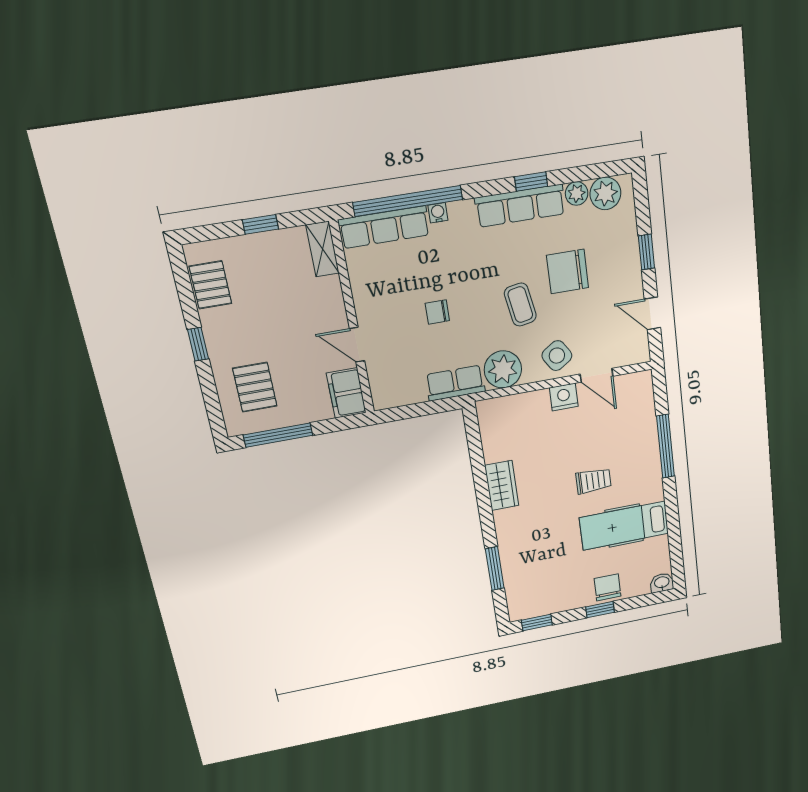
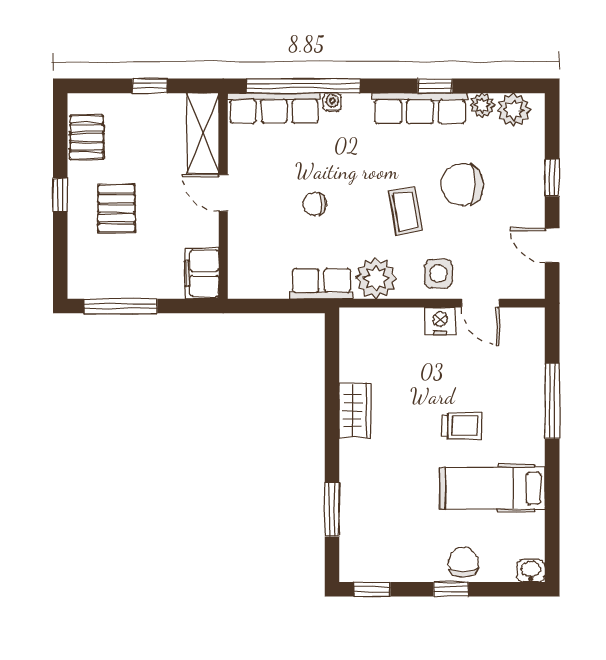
shelving: (323, 249) -> (203, 133), width x1.50, depth x1.33
door: (357, 345) -> (223, 193), moved
side table: (557, 356) -> (438, 273), turned 33
pallet: (255, 387) -> (116, 208), moved

